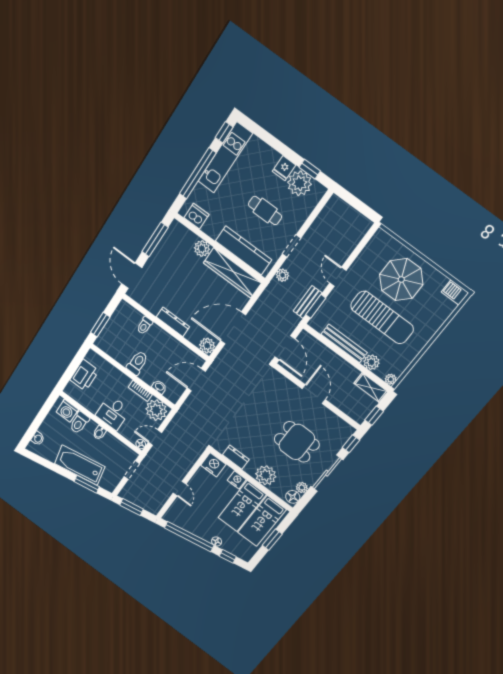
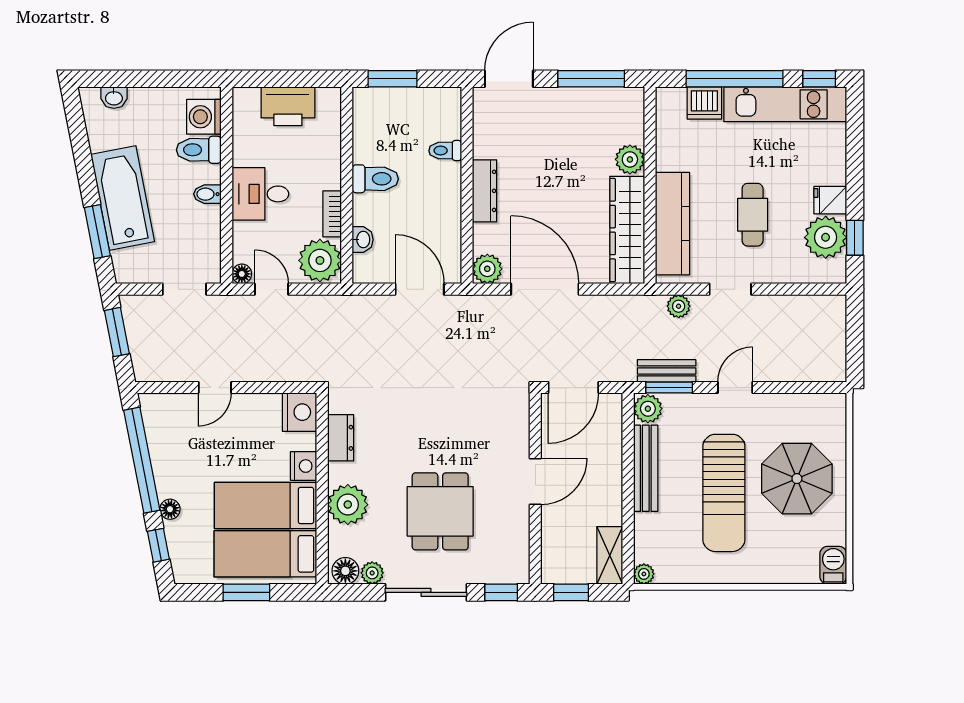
dishwasher: (196, 216) -> (704, 103), moved, turned 90
plant: (372, 362) -> (648, 409), moved

